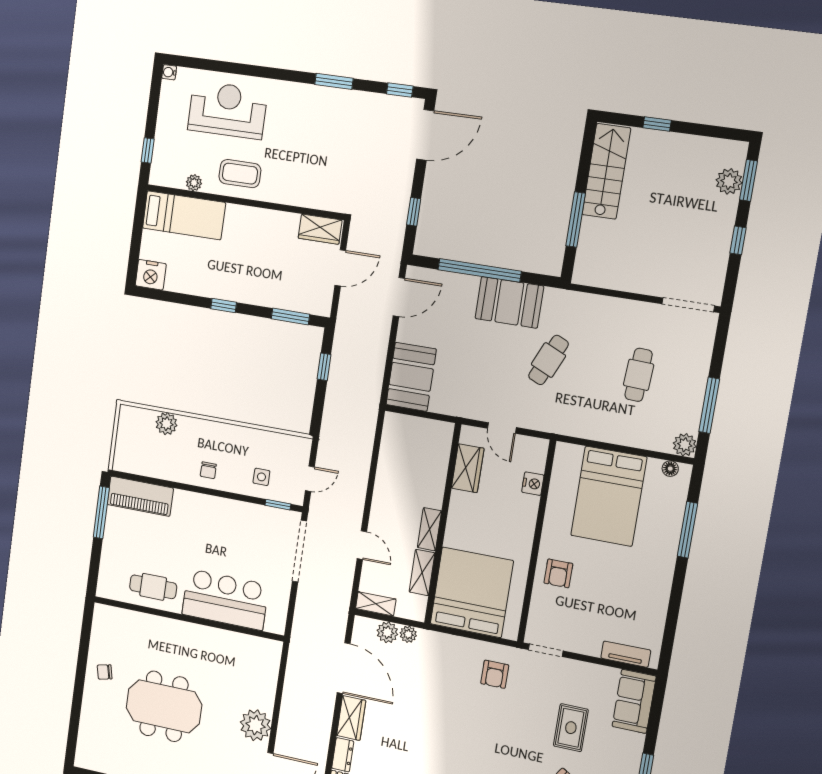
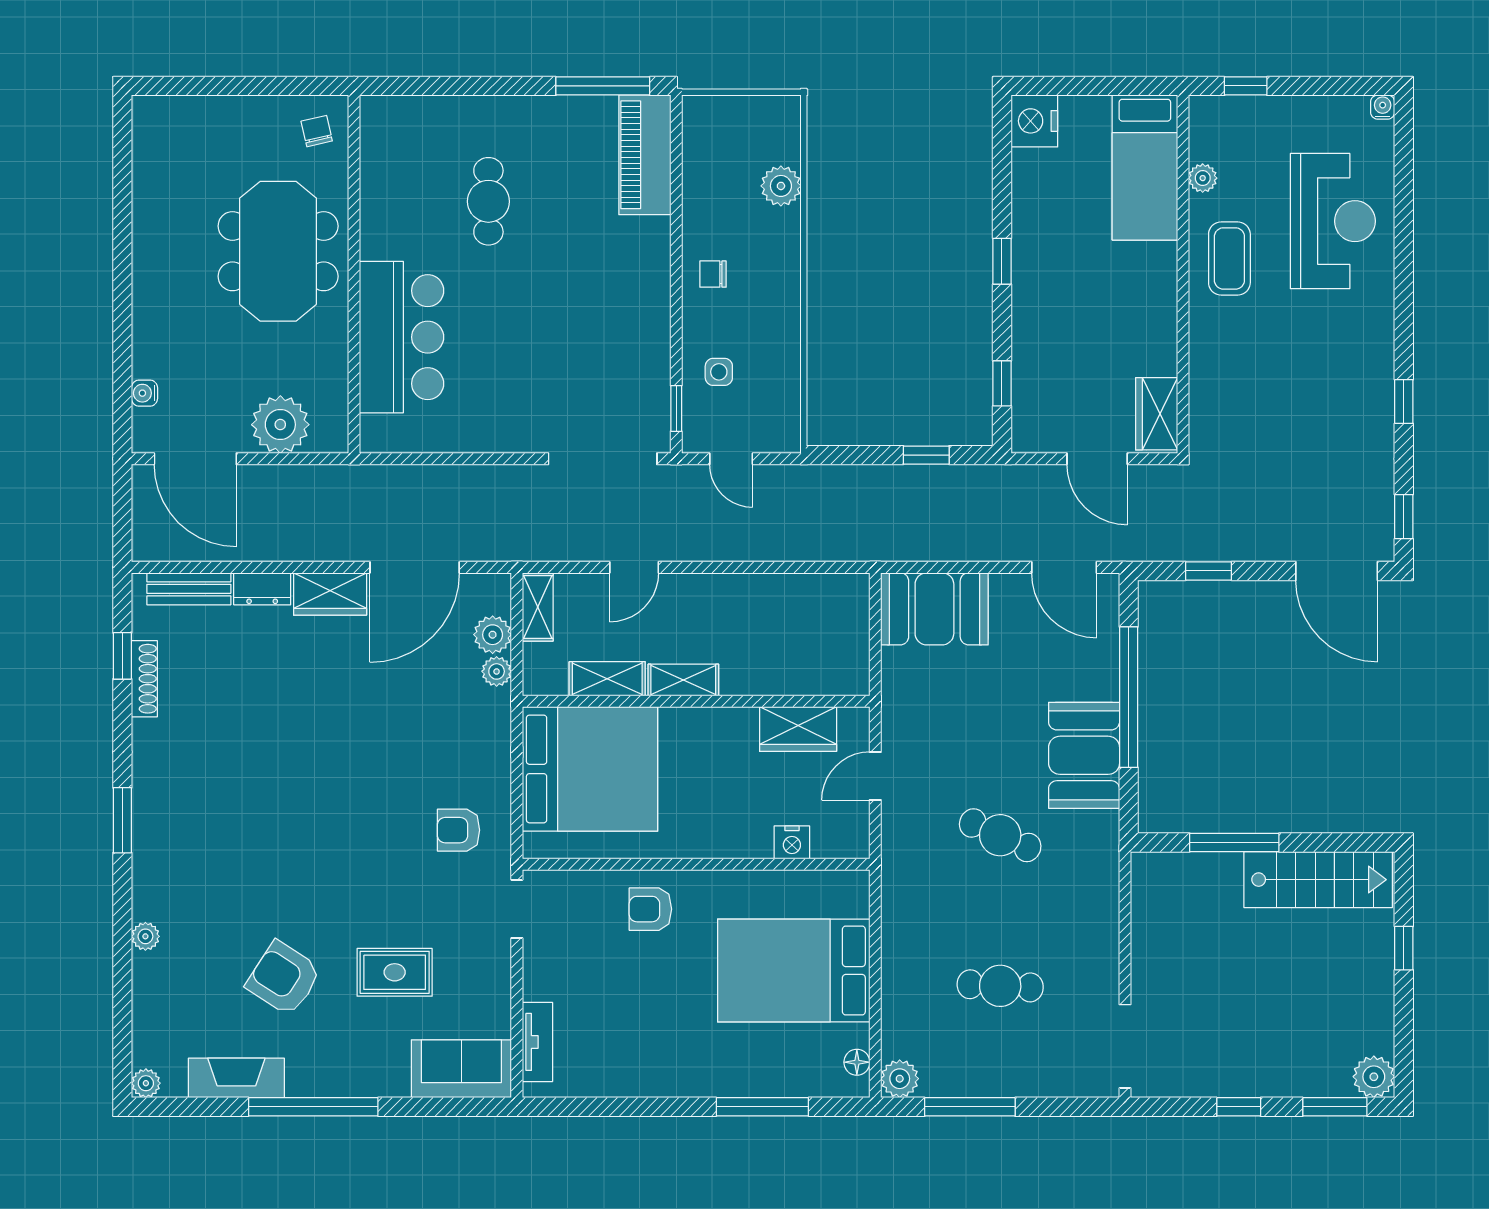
window: (334, 81) -> (1404, 402), width x0.67
plant: (729, 181) -> (1374, 1077), moved
window: (290, 316) -> (1002, 383), width x0.67
bar counter: (225, 599) -> (402, 337), moved
wall: (188, 619) -> (354, 274), moved

